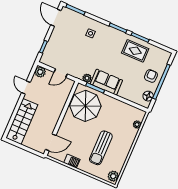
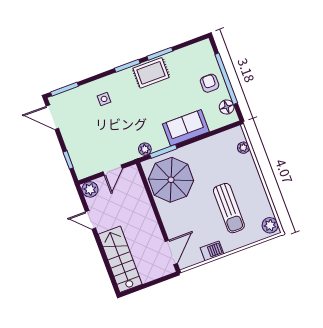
rug: (135, 51) -> (151, 73), moved
sofa: (106, 82) -> (186, 128), moved

